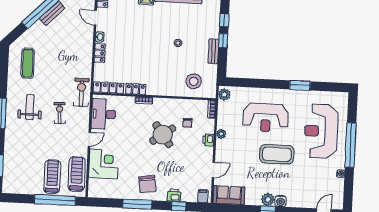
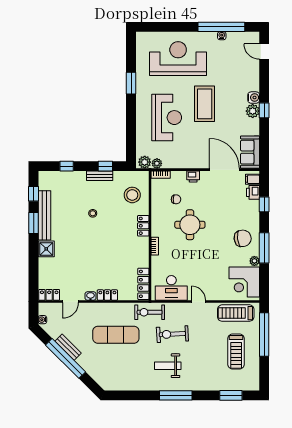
window: (223, 41) -> (105, 166), moved
exercise mat: (28, 63) -> (116, 335), moved, width x1.36, depth x1.45
locker: (136, 89) -> (143, 226), moved
exercise bike: (60, 113) -> (172, 334), width x1.38, depth x1.39
reception desk: (321, 131) -> (178, 59), turned 180
plant: (221, 134) -> (157, 163), moved
round table: (163, 135) -> (190, 225), turned 36
window: (350, 145) -> (221, 27), moved
corner desk: (104, 164) -> (244, 282), moved, turned -90
door: (213, 170) -> (224, 170), width x1.88
treadmill: (52, 177) -> (236, 351), moved, turned -90
plant: (125, 194) -> (254, 261), added
printer: (174, 195) -> (253, 192), moved

